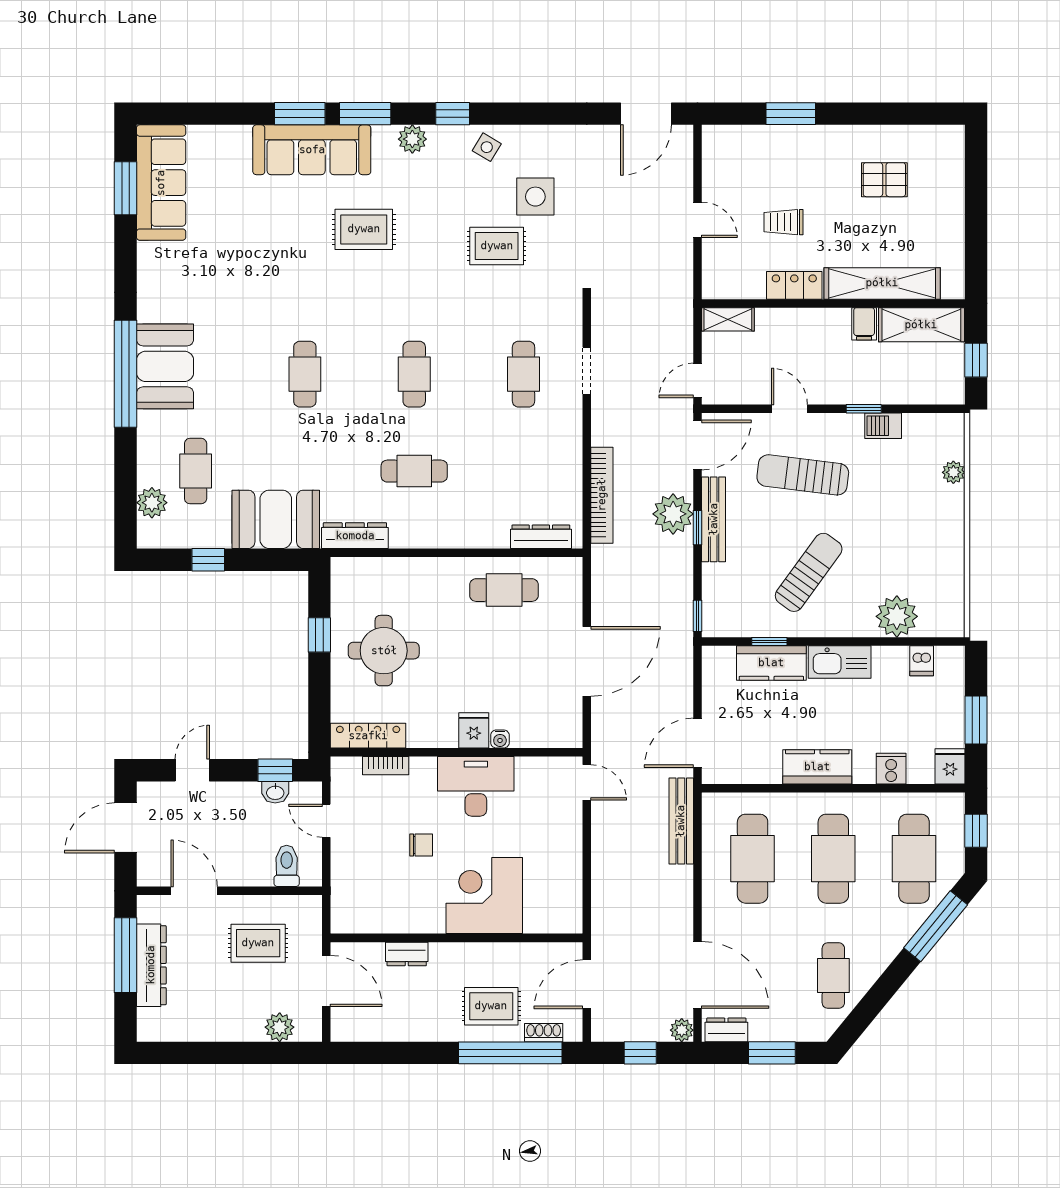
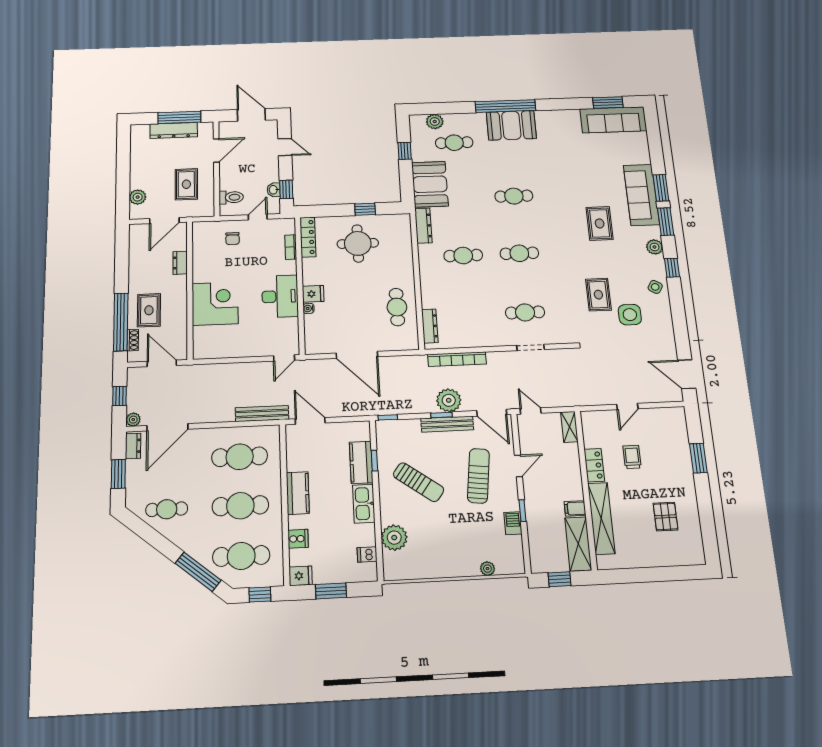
cafe table: (414, 471) -> (463, 256), turned 90
chair: (421, 845) -> (233, 239), moved

